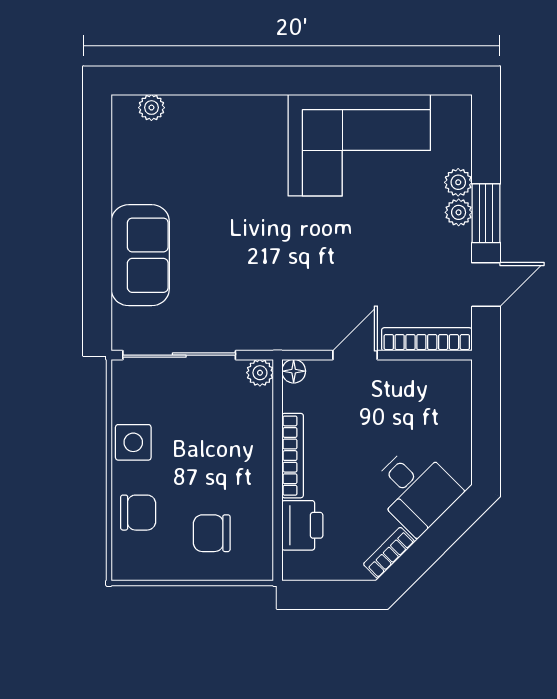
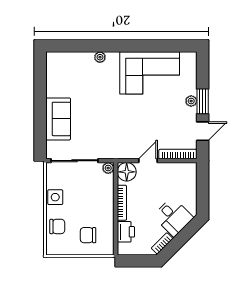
plant: (151, 108) -> (100, 57), moved
plant: (458, 182) -> (191, 88), removed
floor lamp: (294, 371) -> (127, 172), width x1.89, depth x1.89

